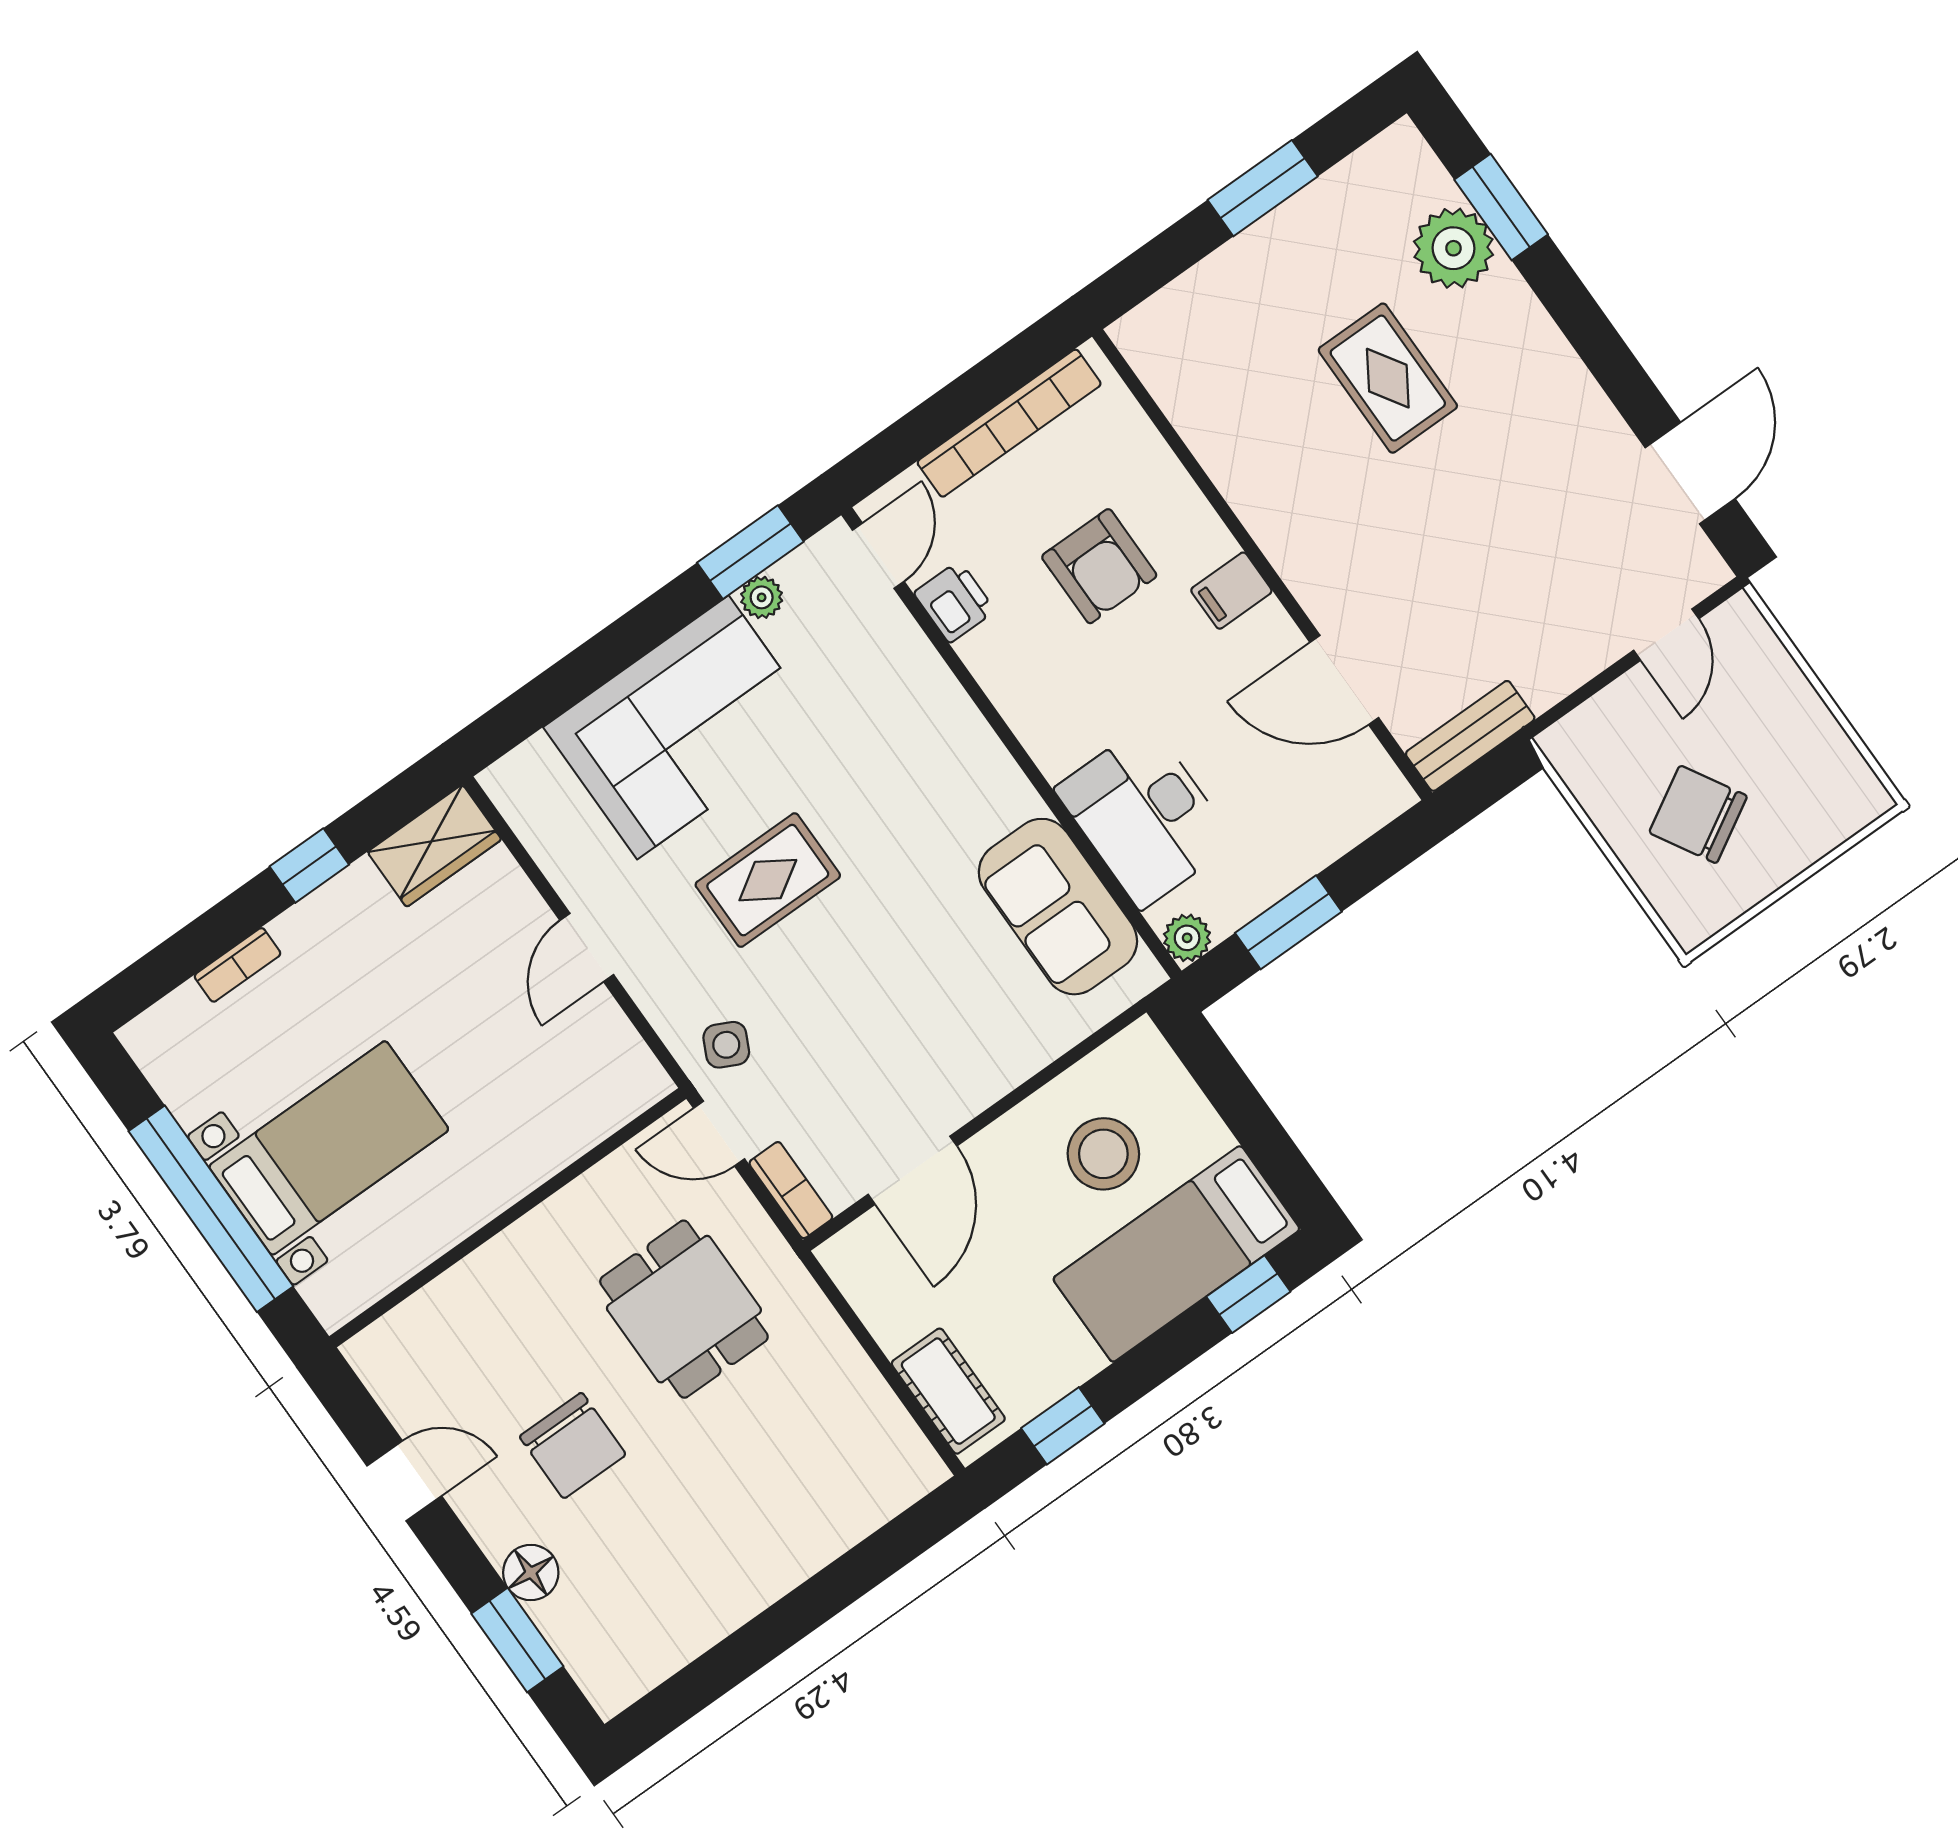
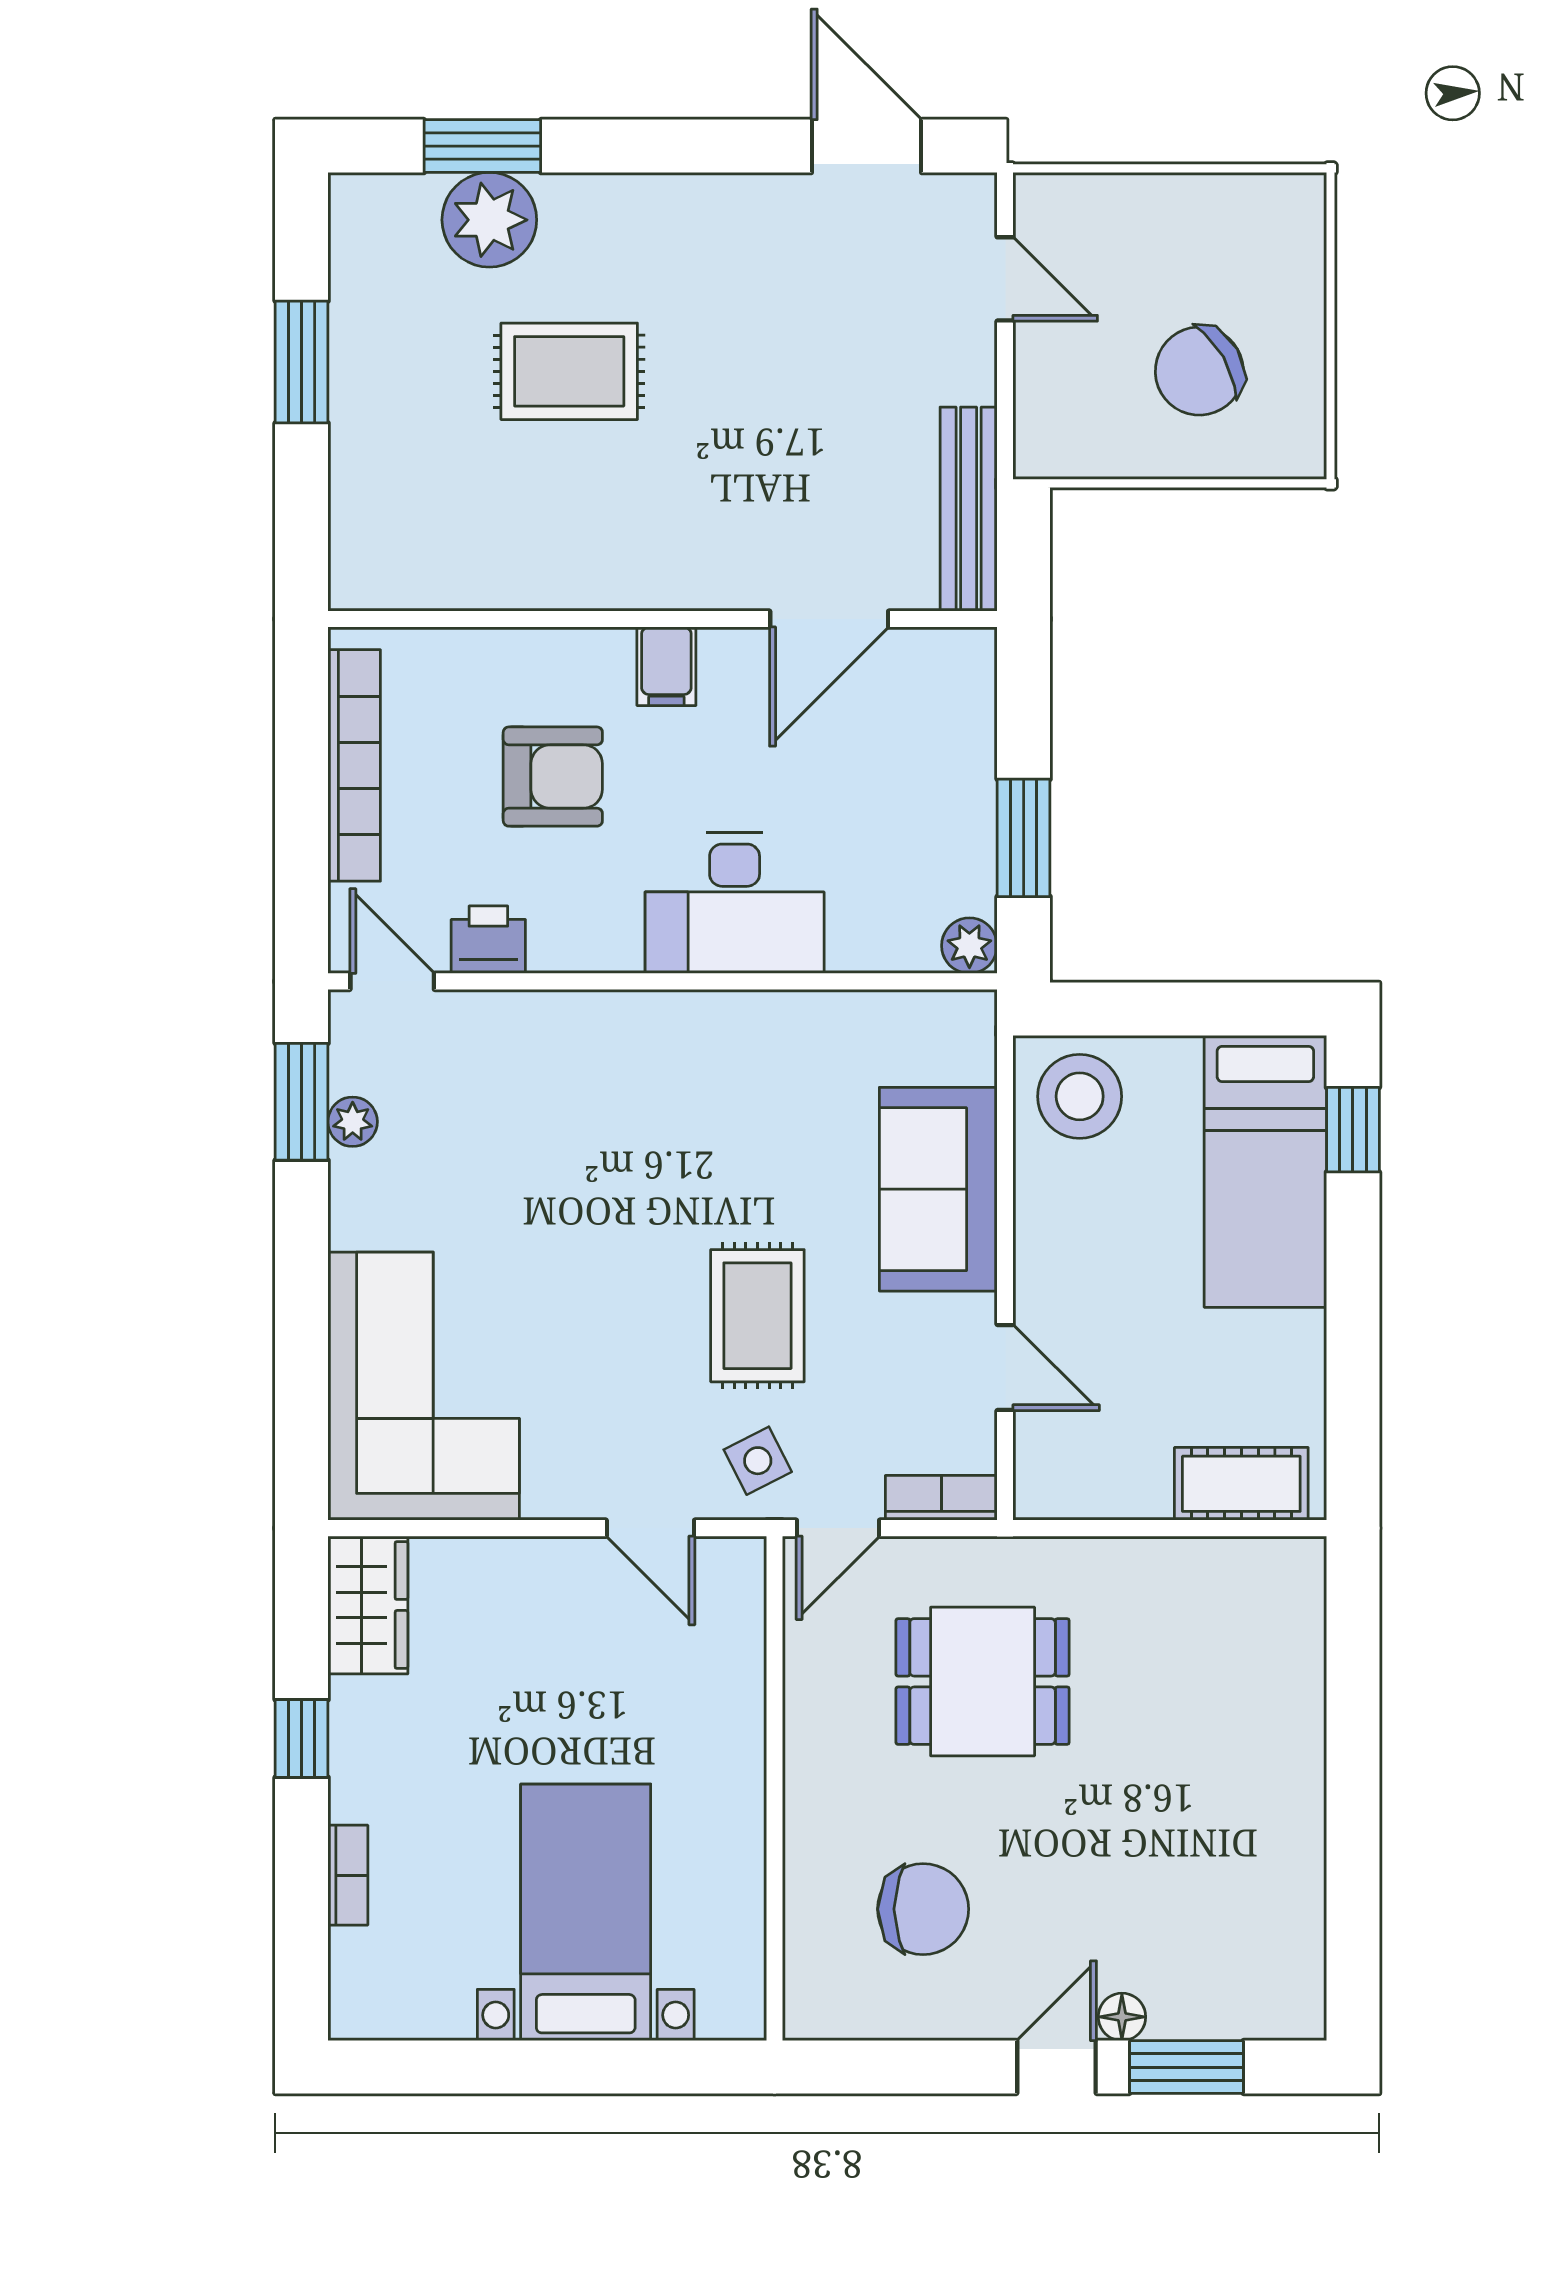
corner sofa: (683, 727) -> (424, 1386), moved
bench: (1470, 736) -> (969, 509), width x1.36
desk: (1145, 816) -> (735, 903), moved
rug: (768, 880) -> (757, 1316), moved
sofa: (1058, 907) -> (938, 1189), moved, turned 90
door: (587, 947) -> (650, 1528), moved
side table: (726, 1045) -> (758, 1461), turned 37
stool: (1103, 1154) -> (1080, 1096), moved
door: (913, 1170) -> (1005, 1368), width x0.73
window: (211, 1209) -> (564, 2067), removed
window: (1063, 1426) -> (1353, 1398), removed
chair: (573, 1446) -> (923, 1909), moved
door: (404, 1481) -> (1057, 2067), moved
floor lamp: (531, 1573) -> (1122, 2017), width x0.73, depth x0.73

